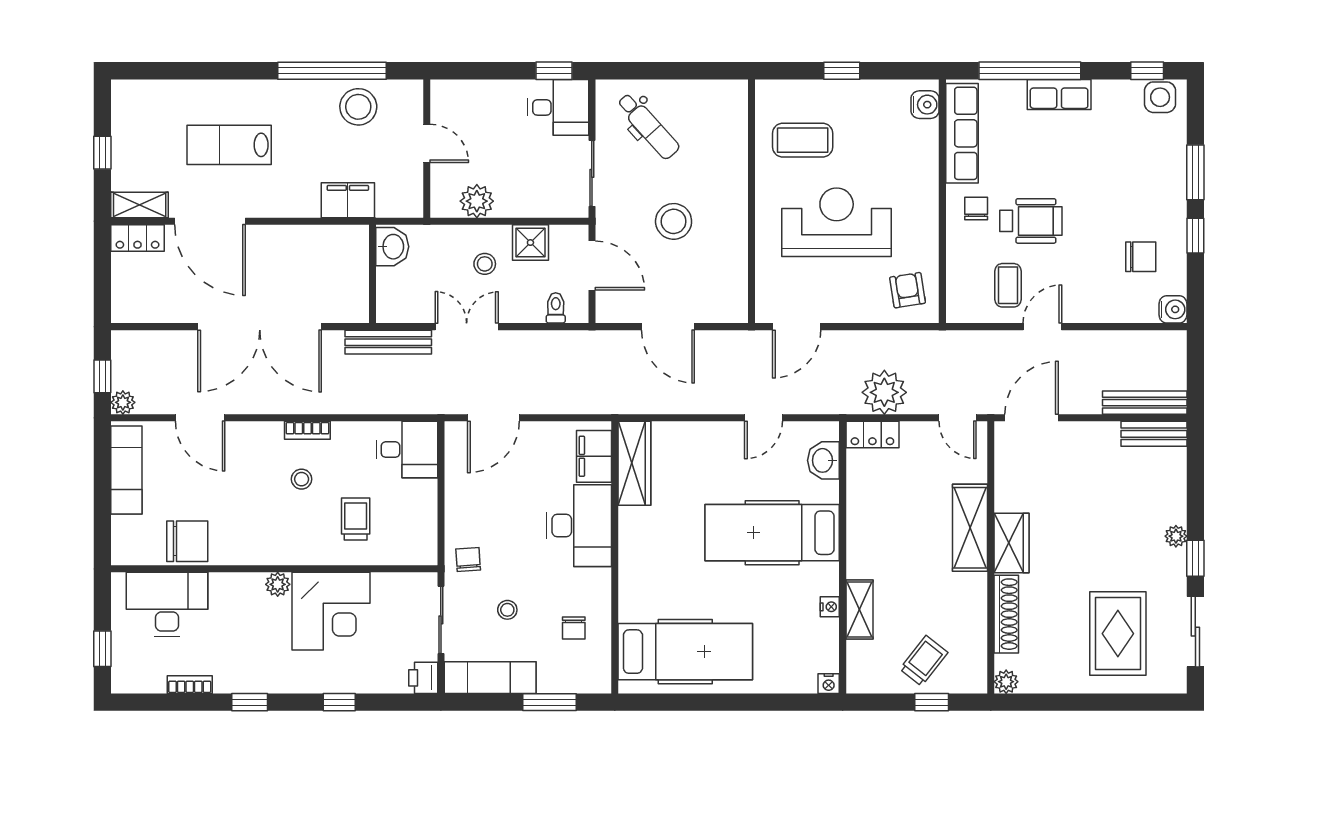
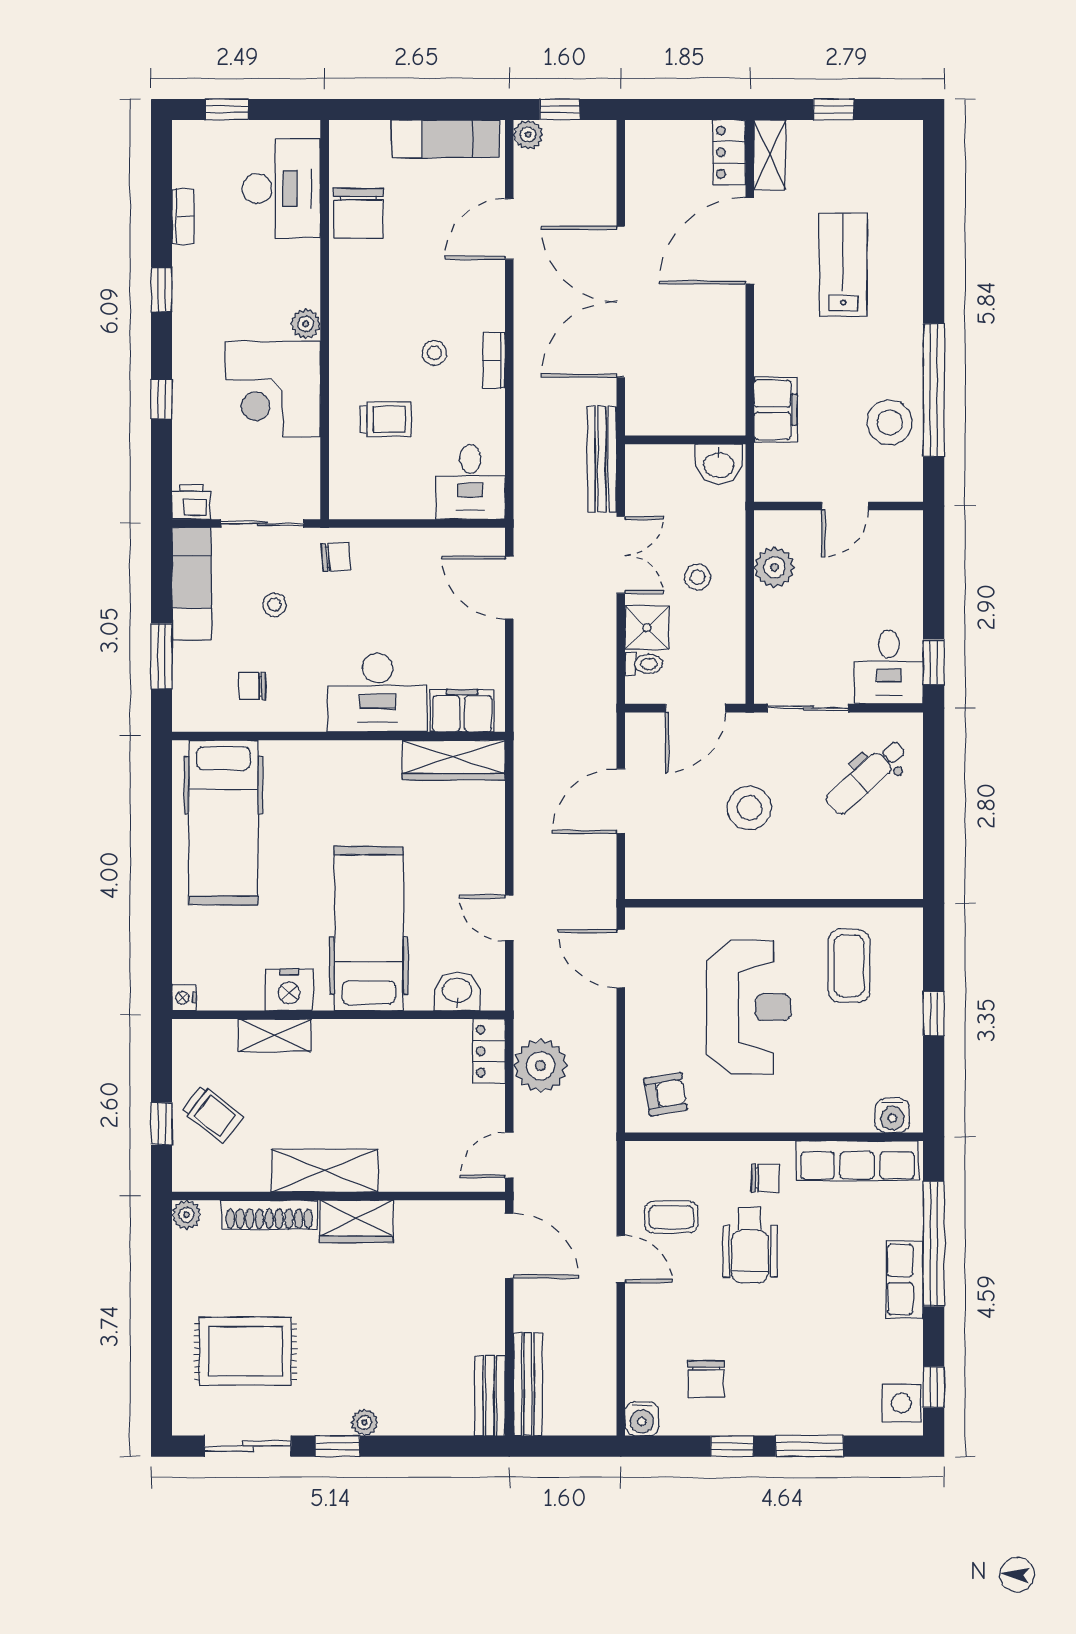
shower: (530, 243) -> (647, 628), moved
shelving: (970, 528) -> (325, 1170), moved
nightstand: (830, 607) -> (289, 990), width x1.89, depth x1.79

